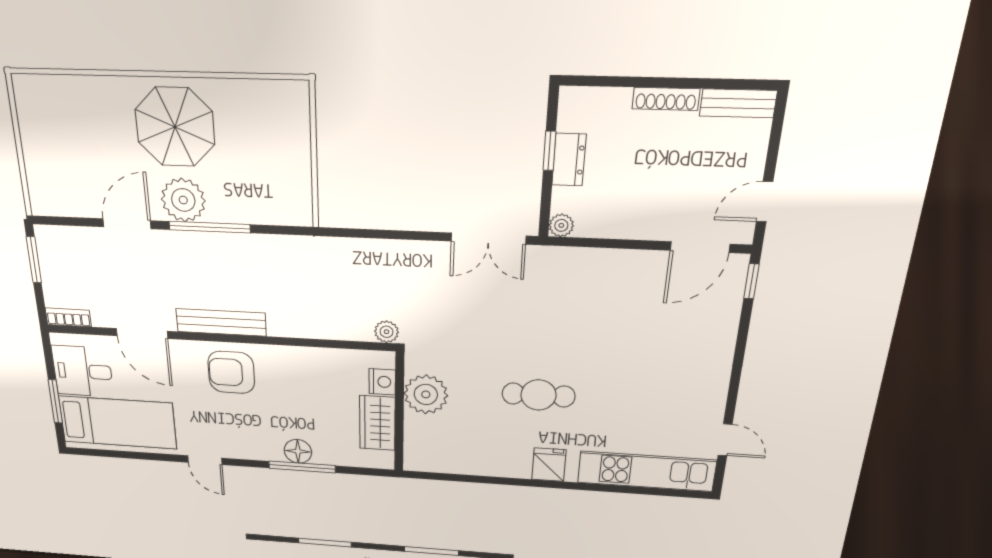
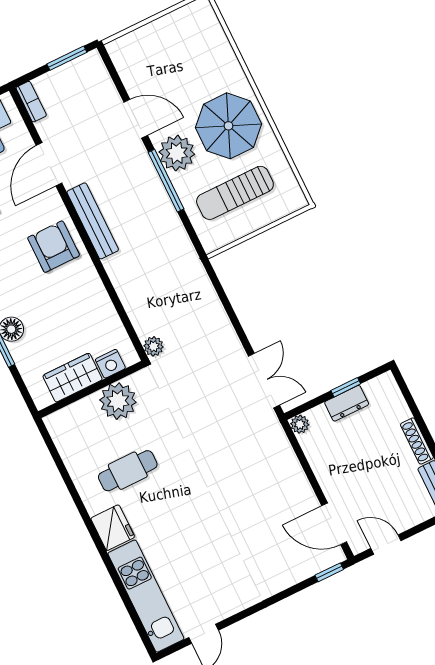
sun lounger: (256, 160) -> (235, 193), added
double door: (488, 239) -> (264, 381), swing flipped
cafe table: (539, 395) -> (128, 471), moved, turned 90
fridge: (549, 465) -> (113, 528), width x1.38

